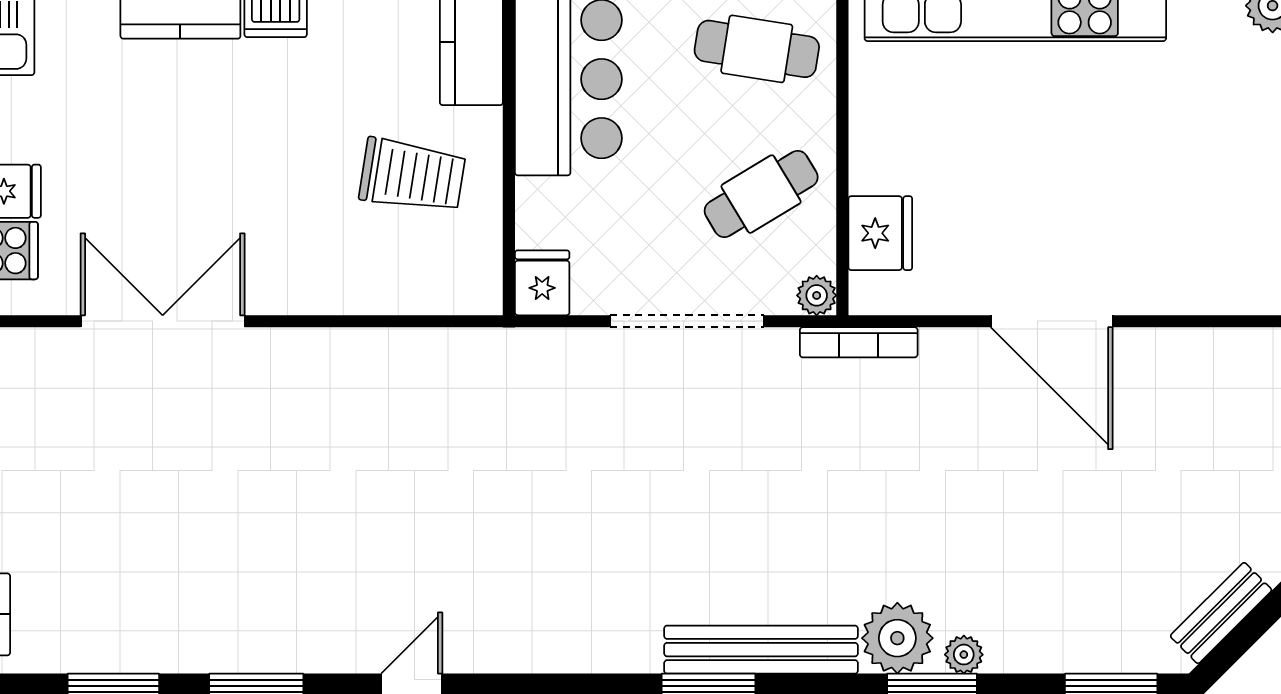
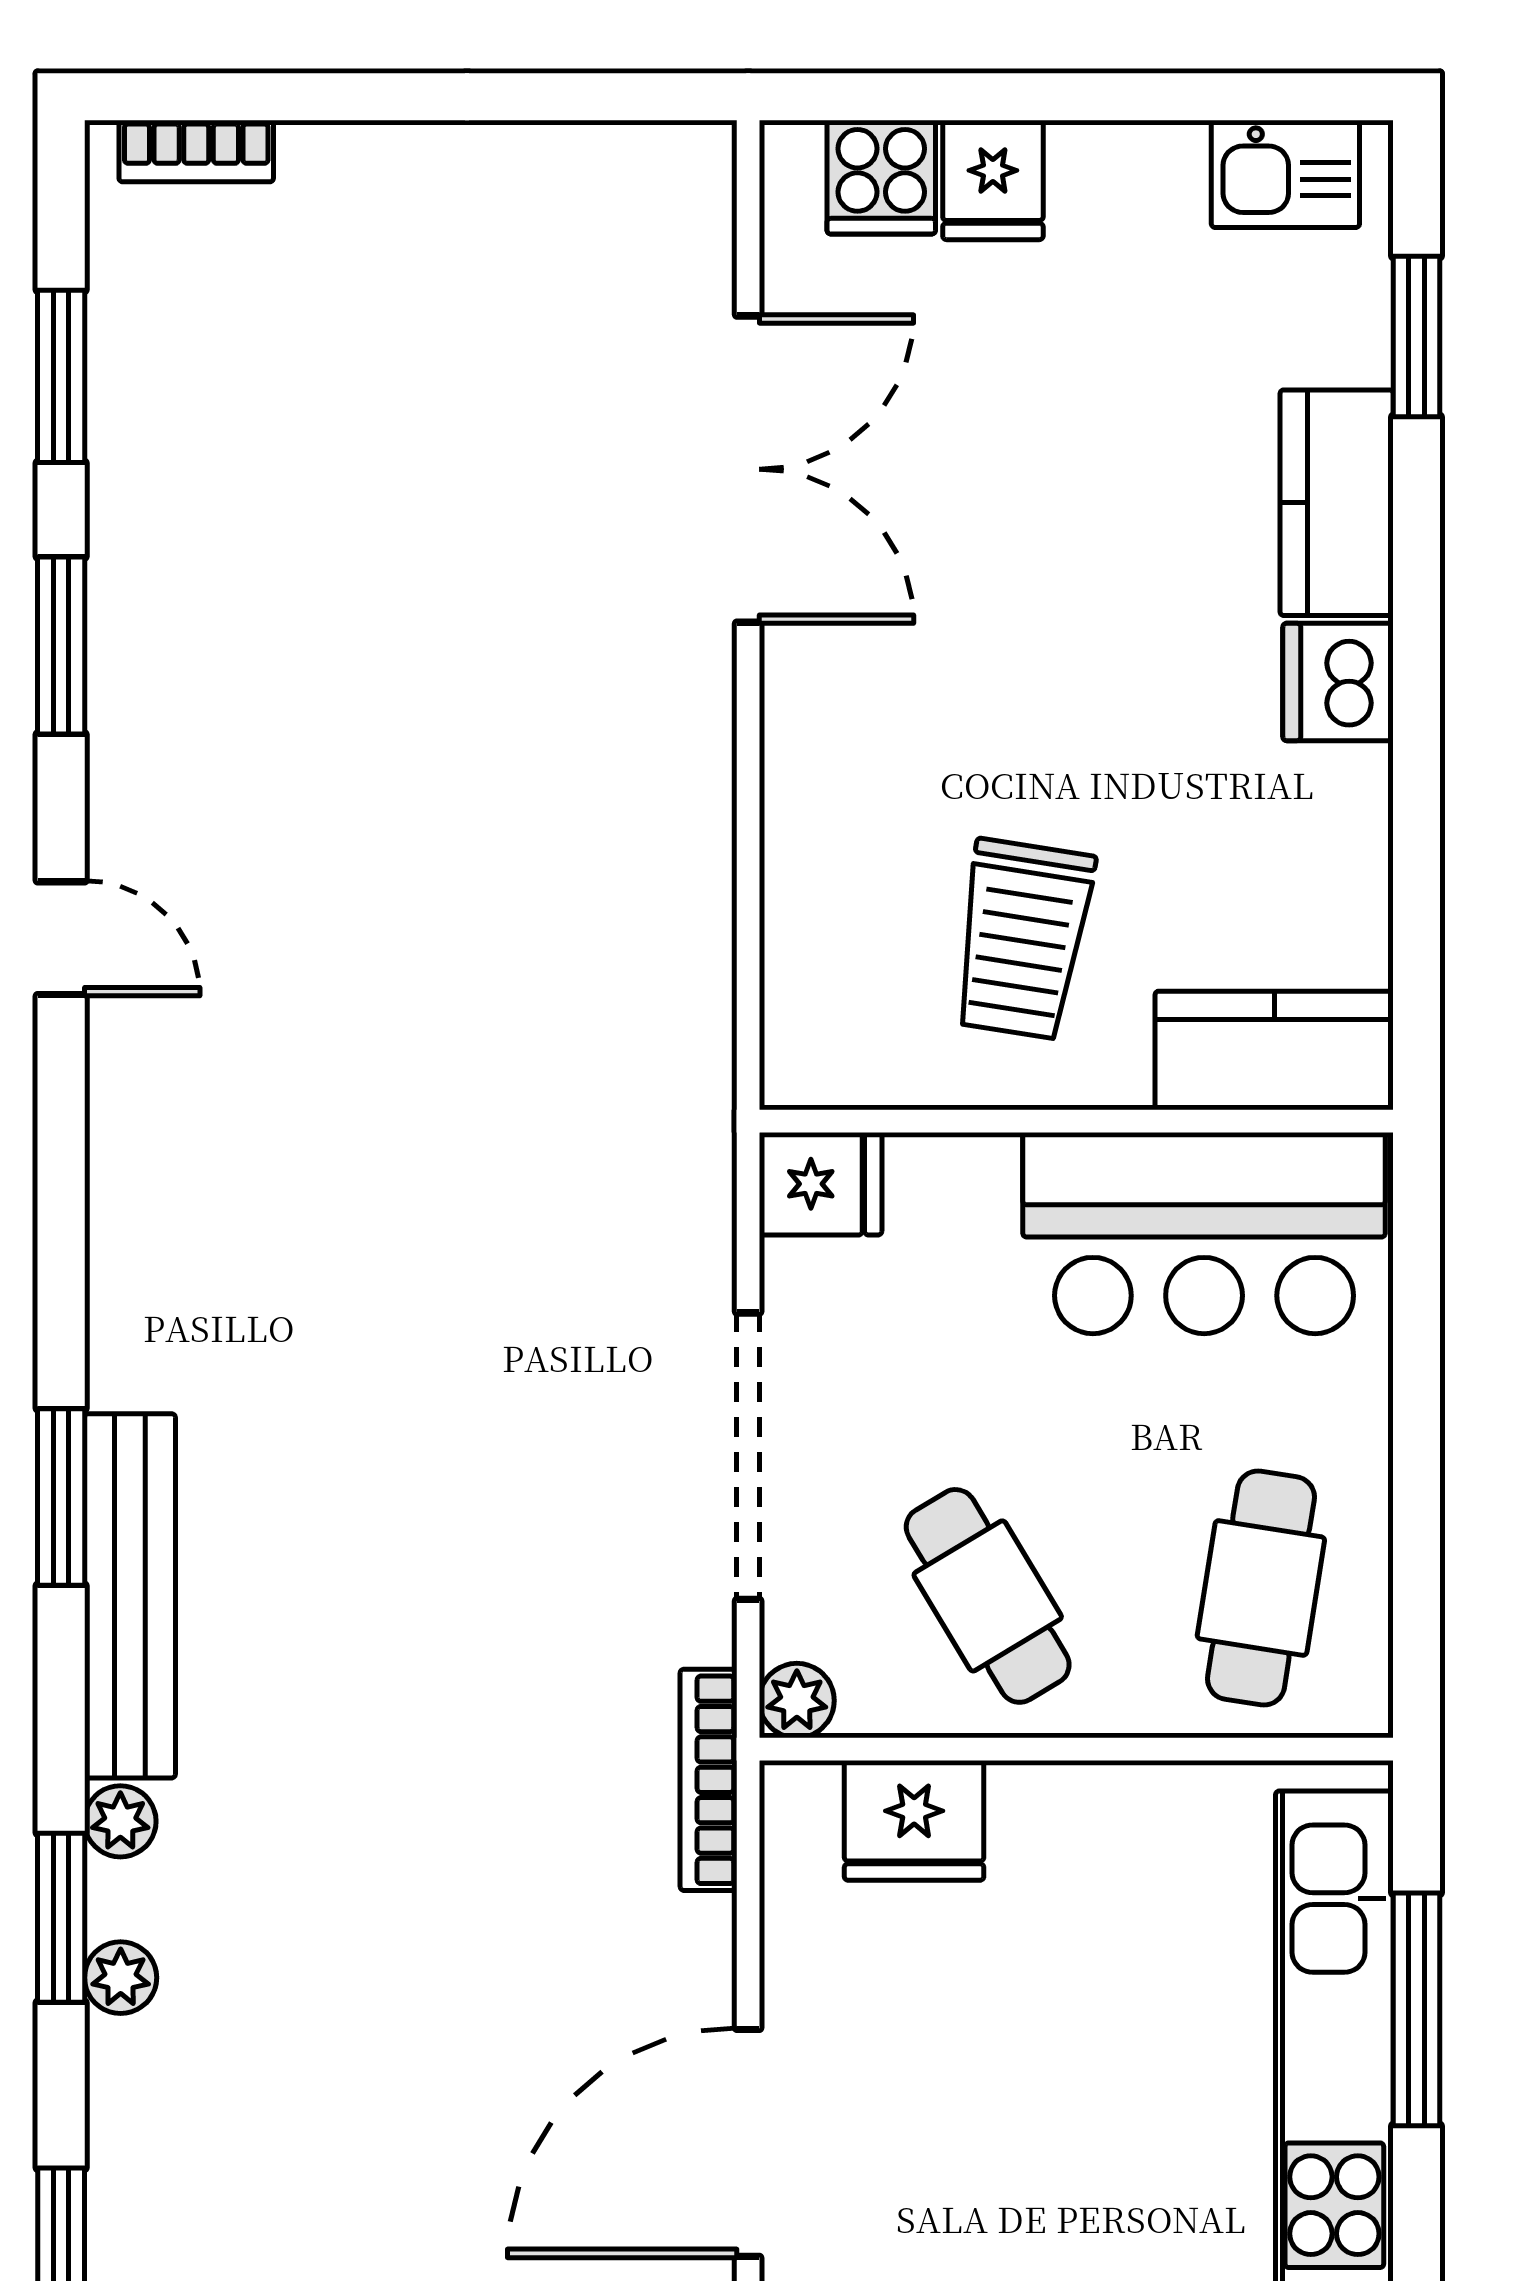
plant: (897, 638) -> (120, 1821), width x0.53, depth x0.53

